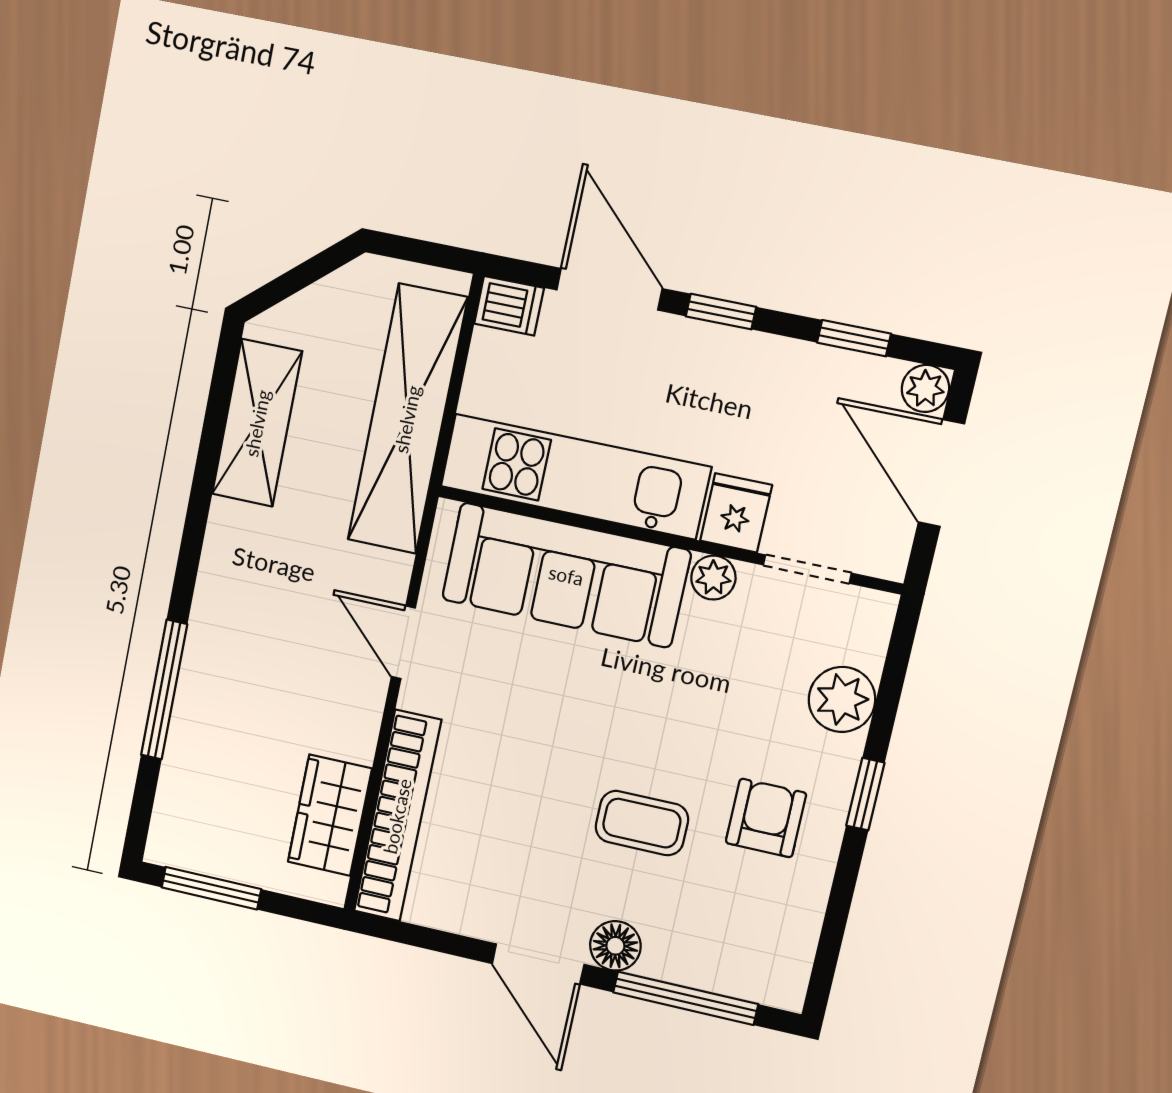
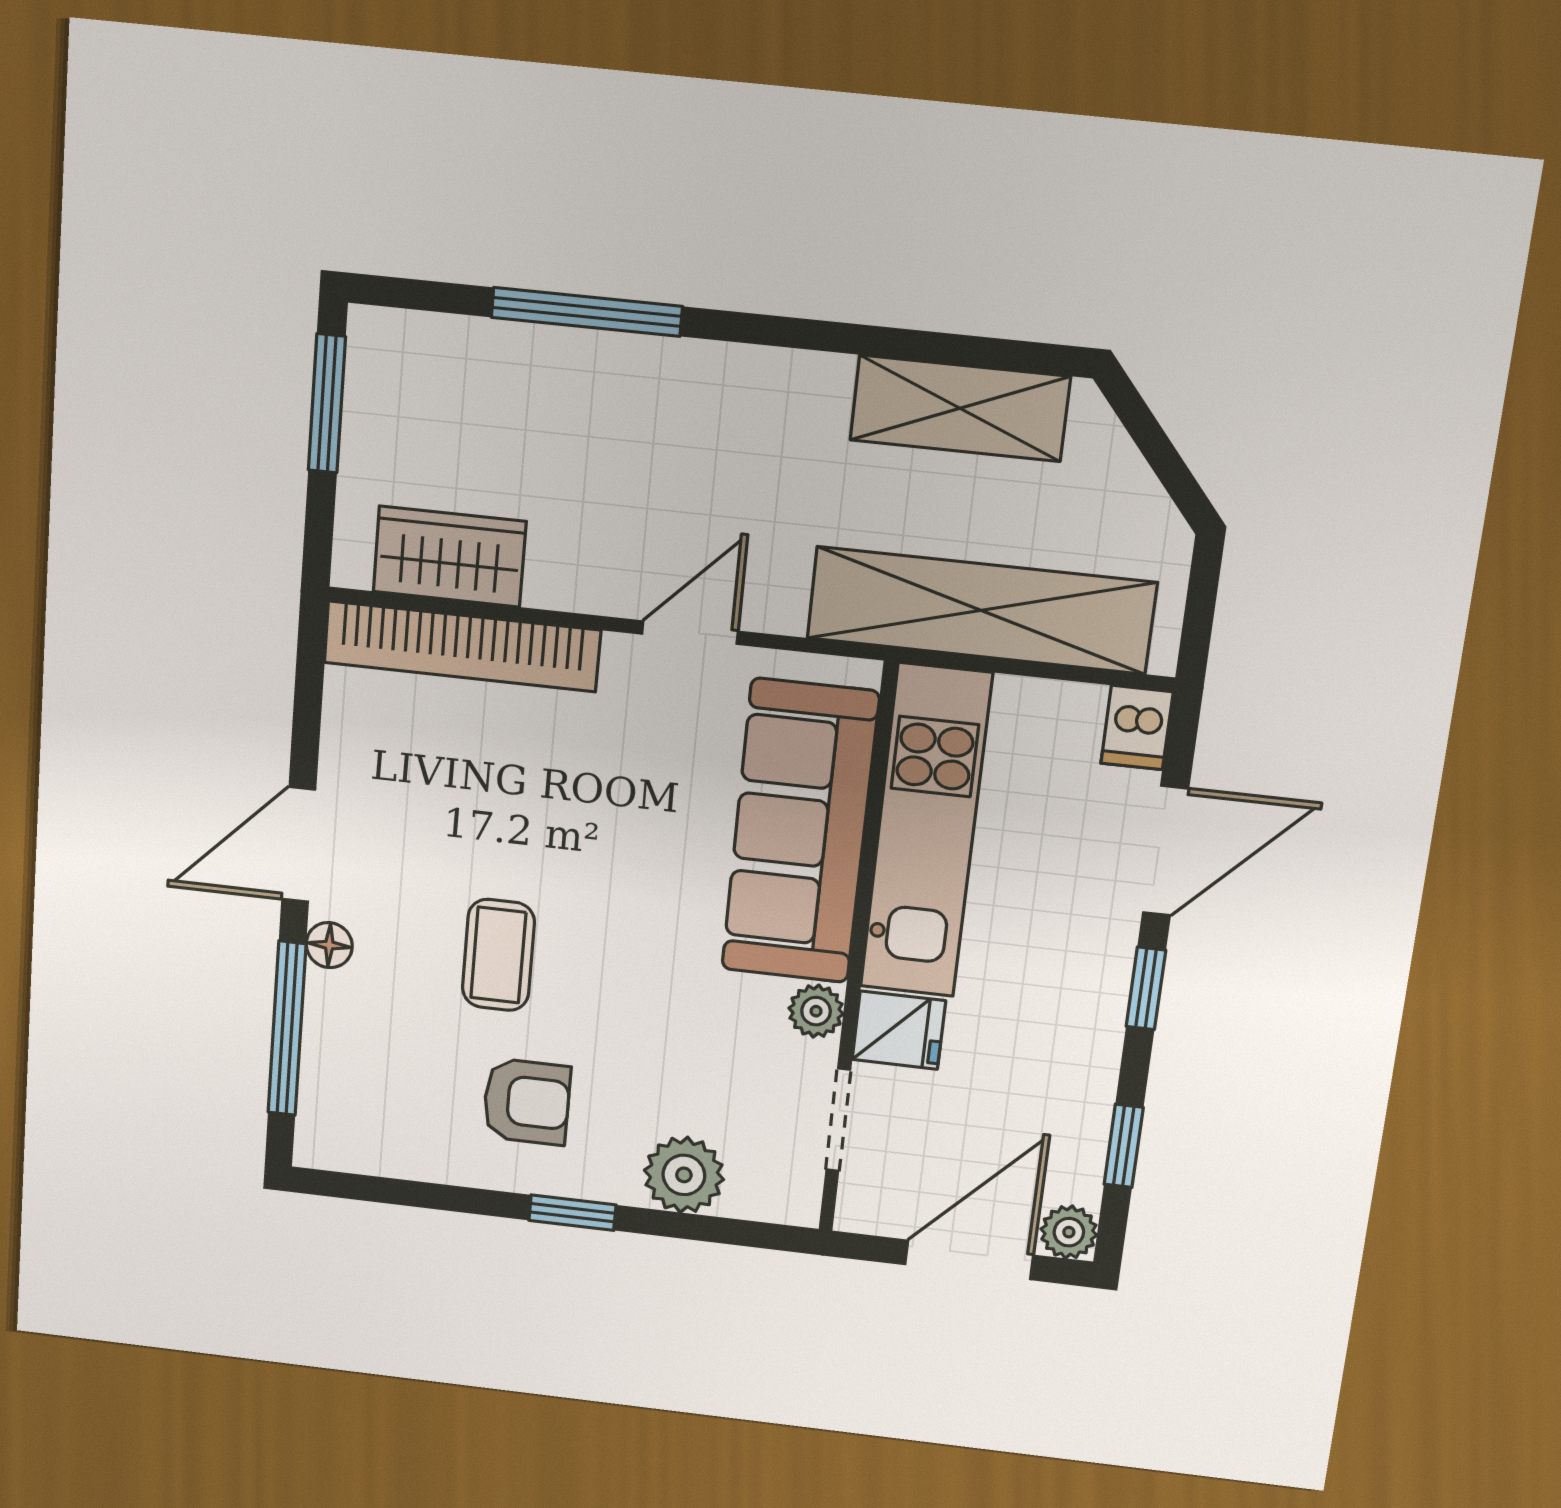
floor lamp: (615, 946) -> (329, 945), width x0.73, depth x0.73

